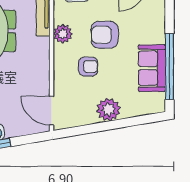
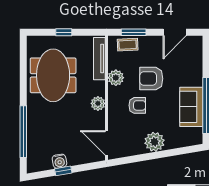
plant: (42, 64) -> (98, 103), added

